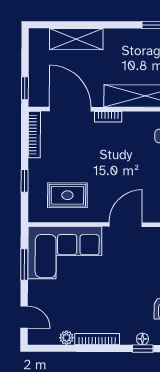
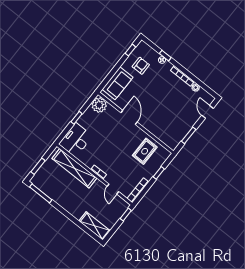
shelving: (76, 39) -> (95, 226), moved
door: (70, 109) -> (113, 189), width x0.53
rug: (67, 195) -> (145, 151), turned 90
door: (126, 225) -> (129, 117), swing flipped
corner sofa: (65, 253) -> (166, 126), removed

